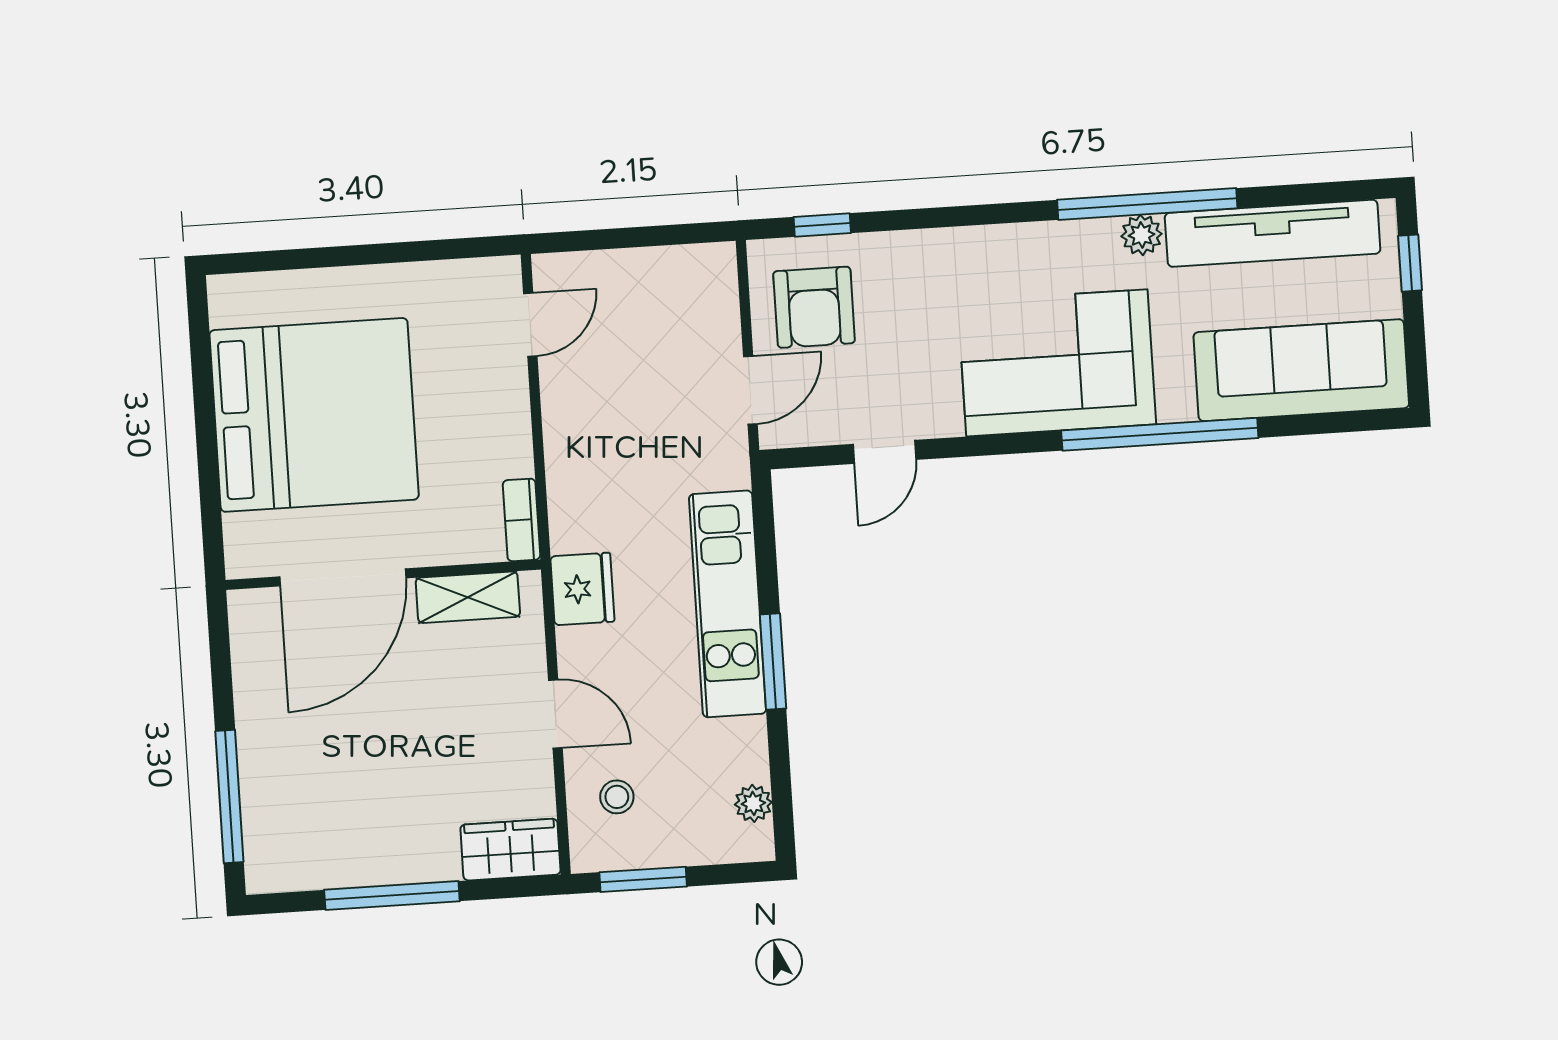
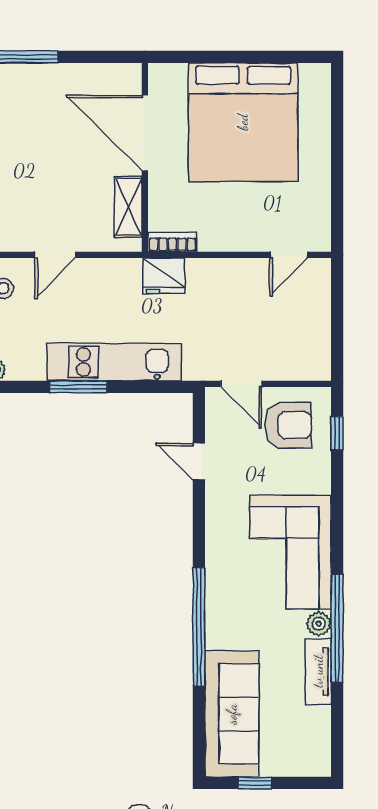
tv unit: (1273, 233) -> (318, 671), width x0.52, depth x0.78
window: (1410, 263) -> (255, 783), moved
armchair: (814, 307) -> (288, 425), turned 180
door: (530, 325) -> (289, 255), hinge flipped
corner sofa: (1057, 363) -> (290, 552), moved, turned 180
fridge: (582, 589) -> (164, 276), moved

